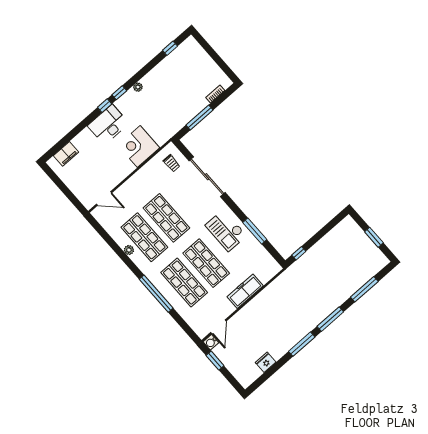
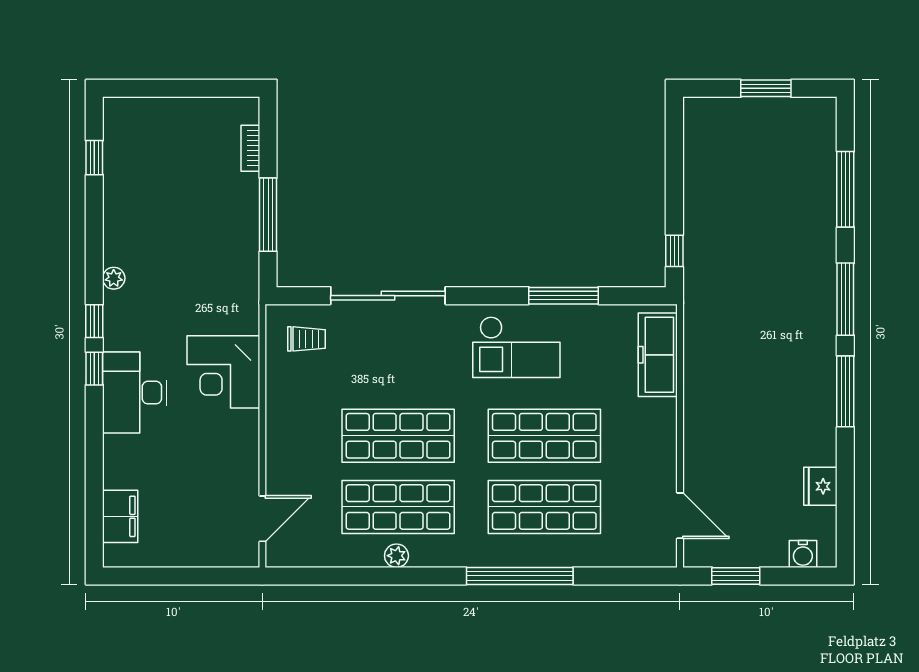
freezer: (245, 291) -> (658, 355), moved
water cooler: (211, 342) -> (803, 554), moved

